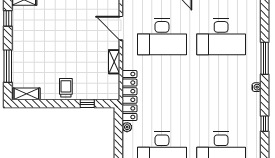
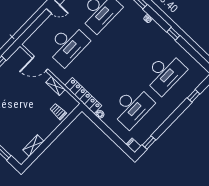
trolley: (66, 88) -> (58, 111), moved
shelving: (26, 94) -> (33, 146), moved
window: (87, 104) -> (65, 124), removed

